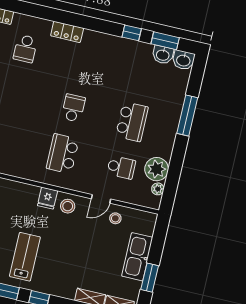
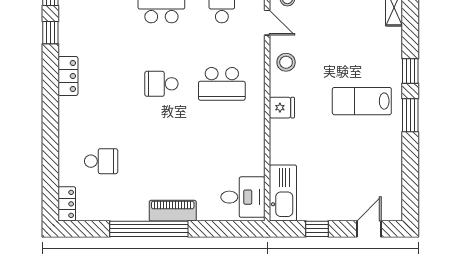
locker: (67, 32) -> (68, 76), moved
fridge: (47, 198) -> (282, 108), moved

